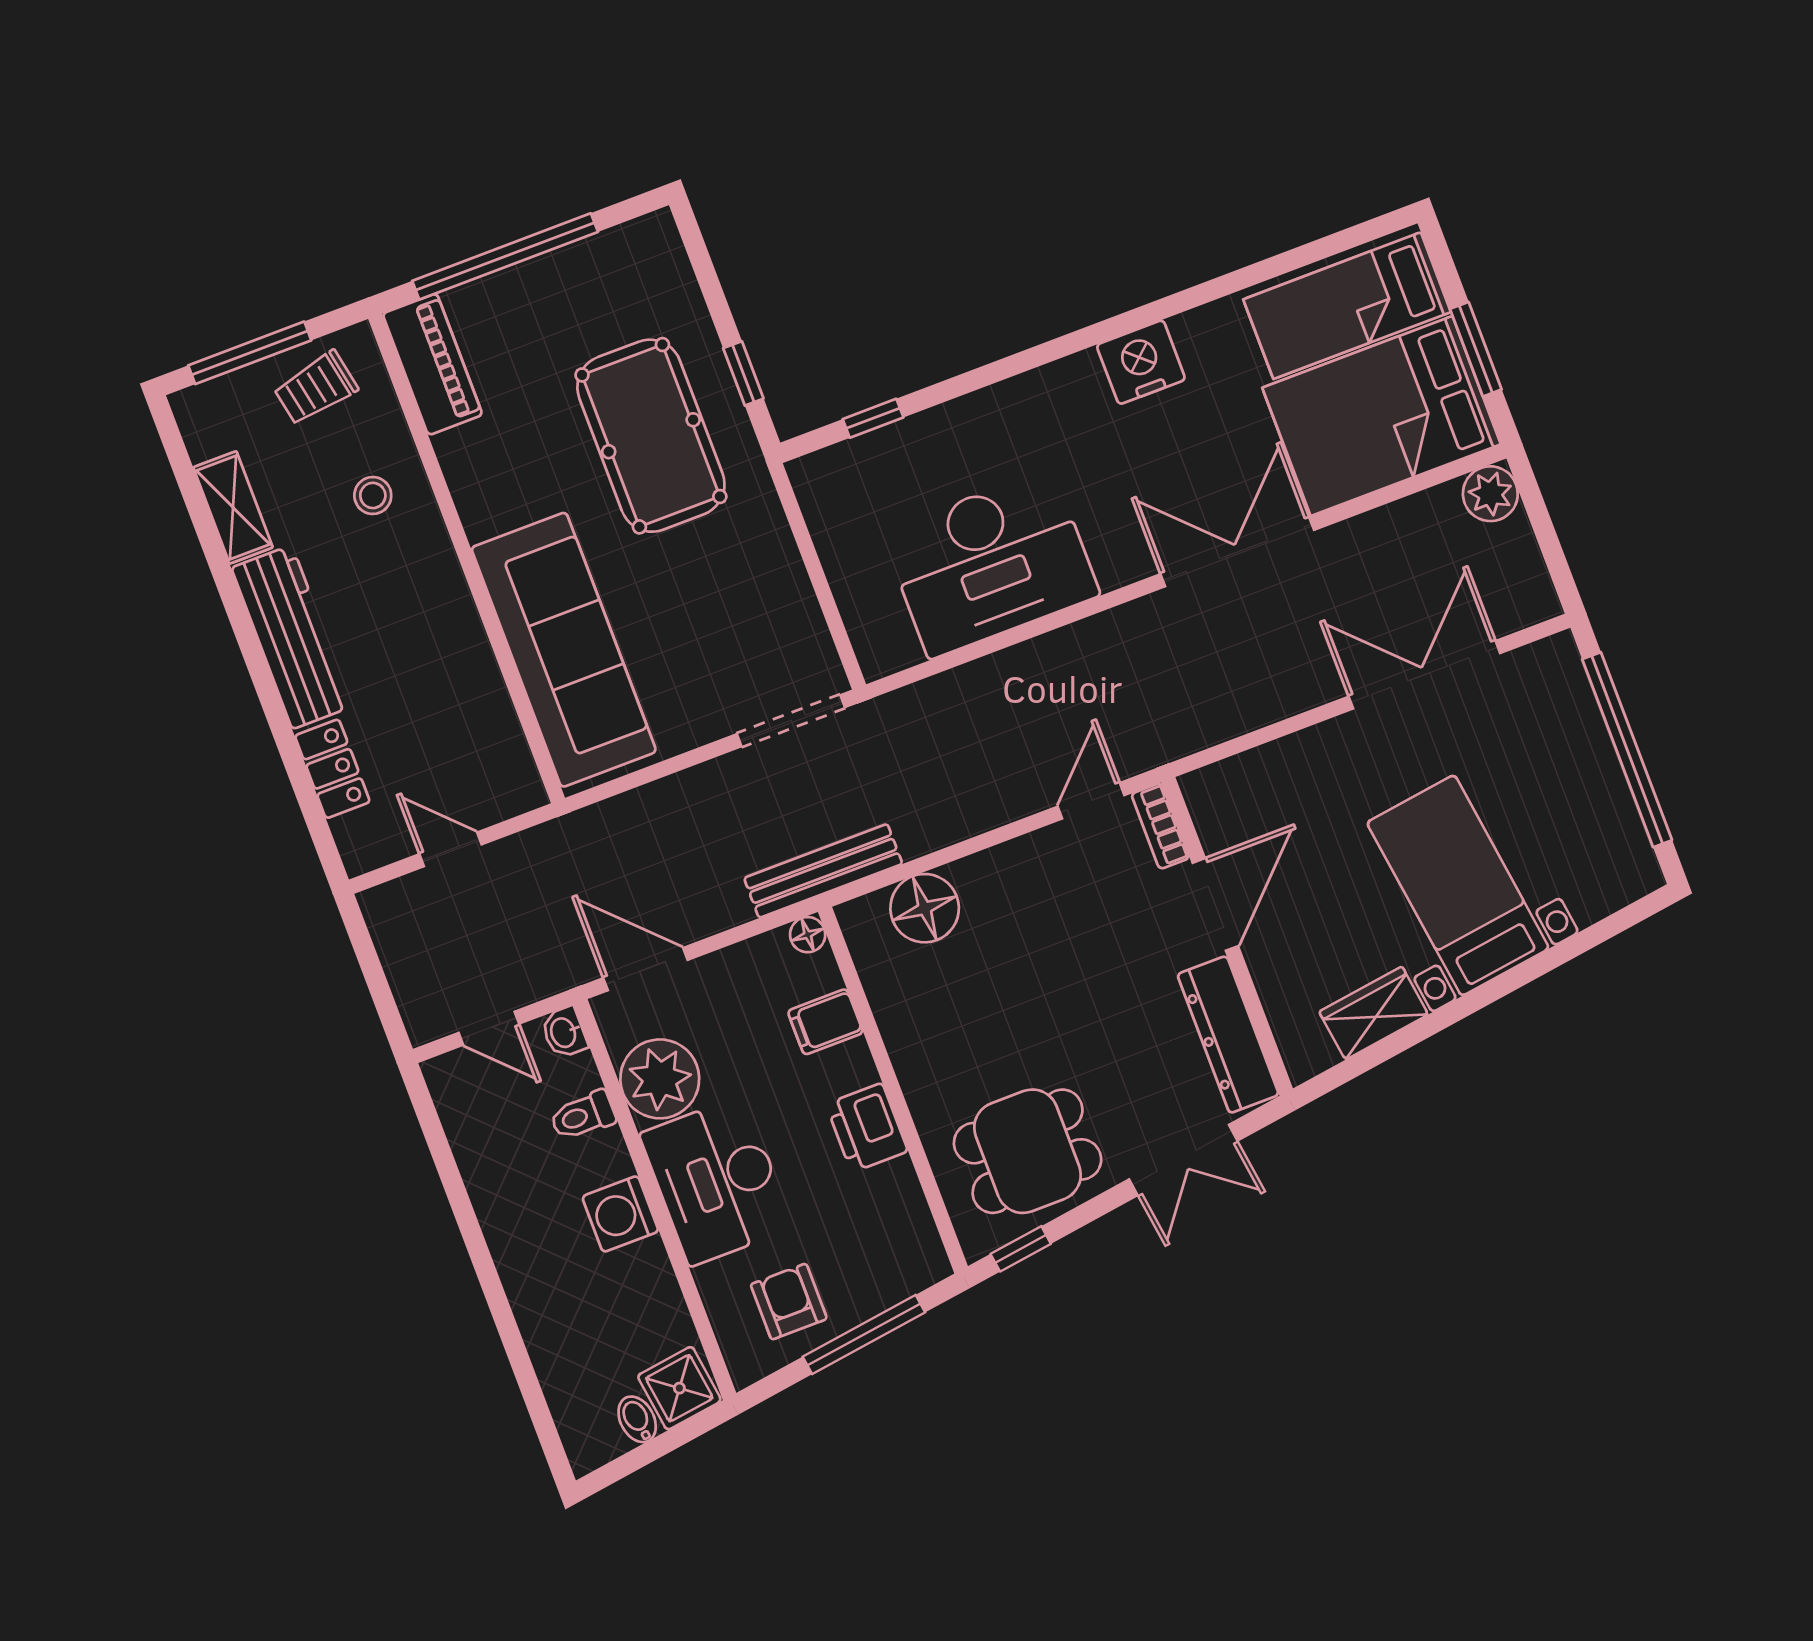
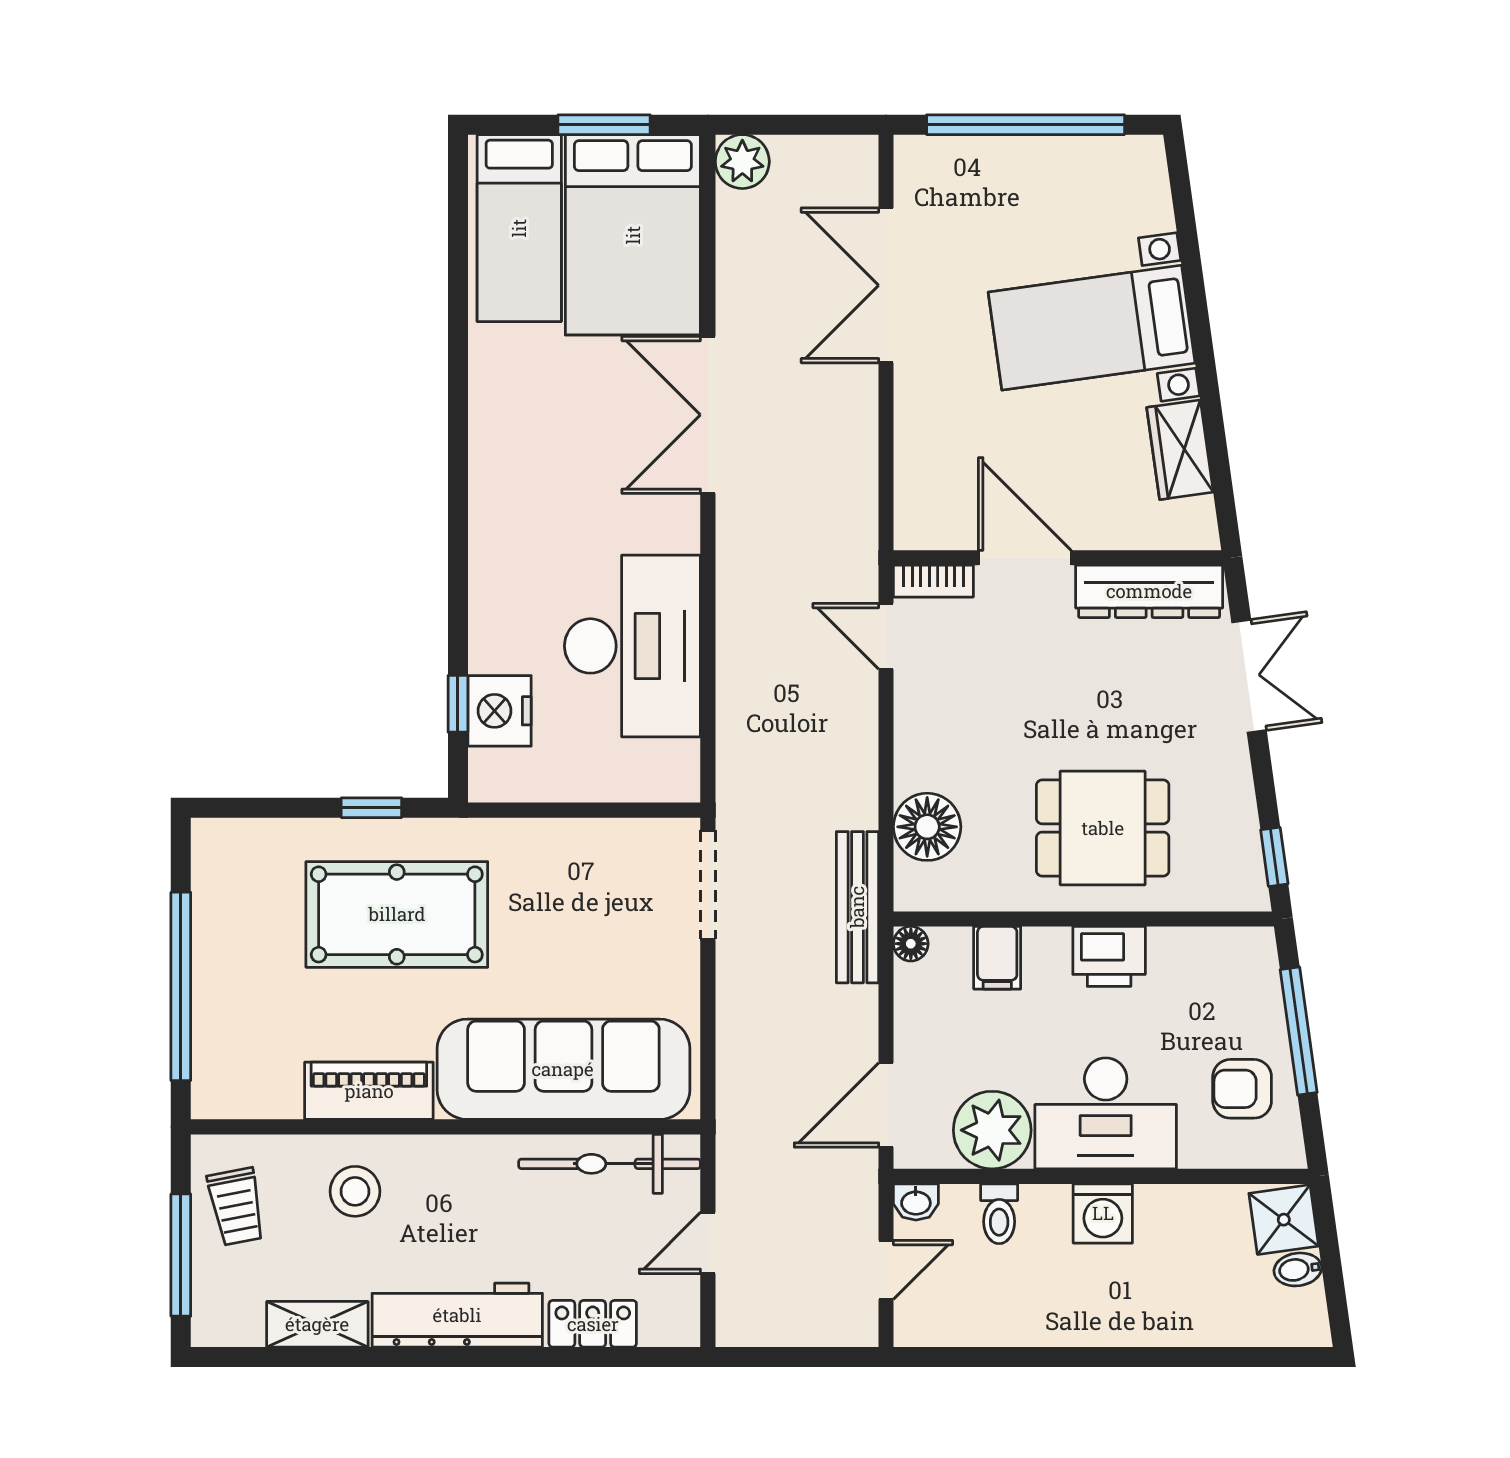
nightstand: (1141, 362) -> (500, 711), moved
piano: (432, 364) -> (369, 1091), moved
stool: (373, 495) -> (355, 1191), width x1.37, depth x1.37
bicycle: (490, 727) -> (610, 1164), added
dining table: (1028, 1151) -> (1103, 828), moved, turned 90

